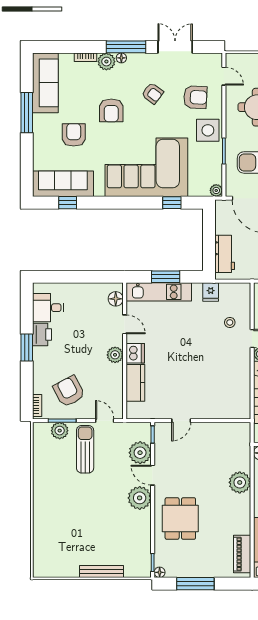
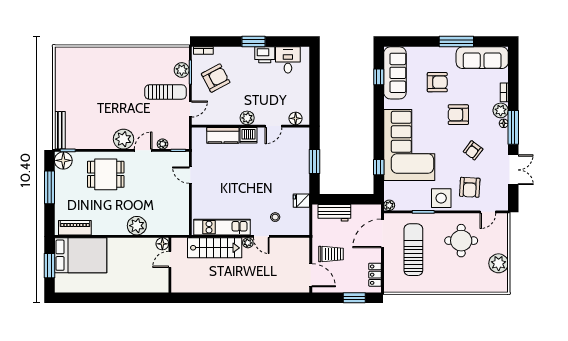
kitchen unit: (159, 292) -> (222, 227), moved, turned 90
plant: (140, 453) -> (163, 144), width x0.53, depth x0.53
bench: (101, 572) -> (60, 130), moved
floor lamp: (160, 572) -> (63, 160), width x1.89, depth x1.89

